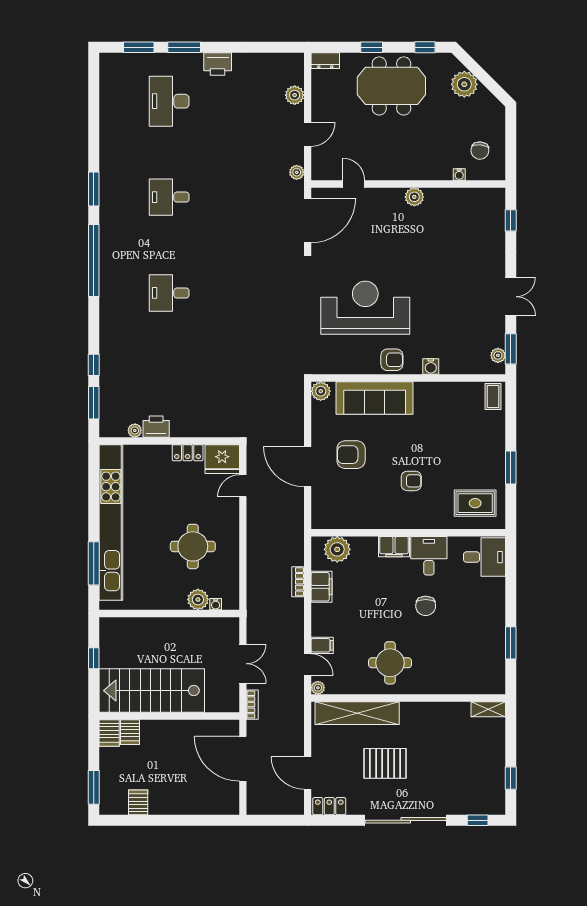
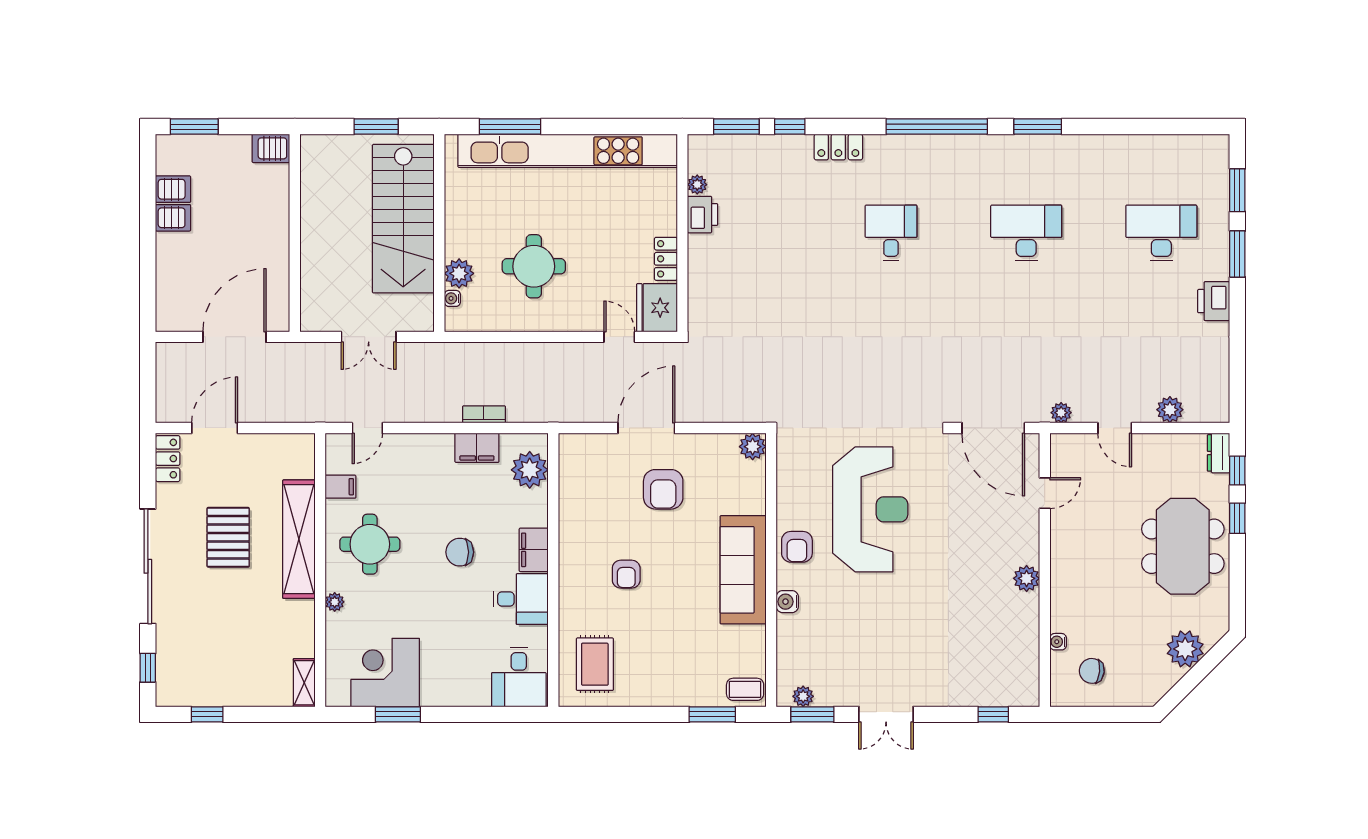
window: (425, 47) -> (1237, 471), moved
desk: (169, 197) -> (1026, 233), width x1.37
locker: (108, 330) -> (838, 147), added
sofa: (375, 398) -> (743, 570), moved
armchair: (351, 455) -> (663, 489), turned 180
window: (511, 468) -> (712, 714), moved
chair: (426, 606) -> (460, 552), moved
filing cabinet: (322, 645) -> (341, 487), moved, turned -90
corner desk: (481, 652) -> (385, 673), added
window: (94, 658) -> (376, 127), width x1.50
plant: (318, 688) -> (335, 602), moved
stairs: (152, 691) -> (403, 219), moved, turned 180
bookcase: (252, 705) -> (311, 350), removed
shelving: (357, 713) -> (299, 539), moved
server rack: (130, 732) -> (173, 218), moved, turned 180

